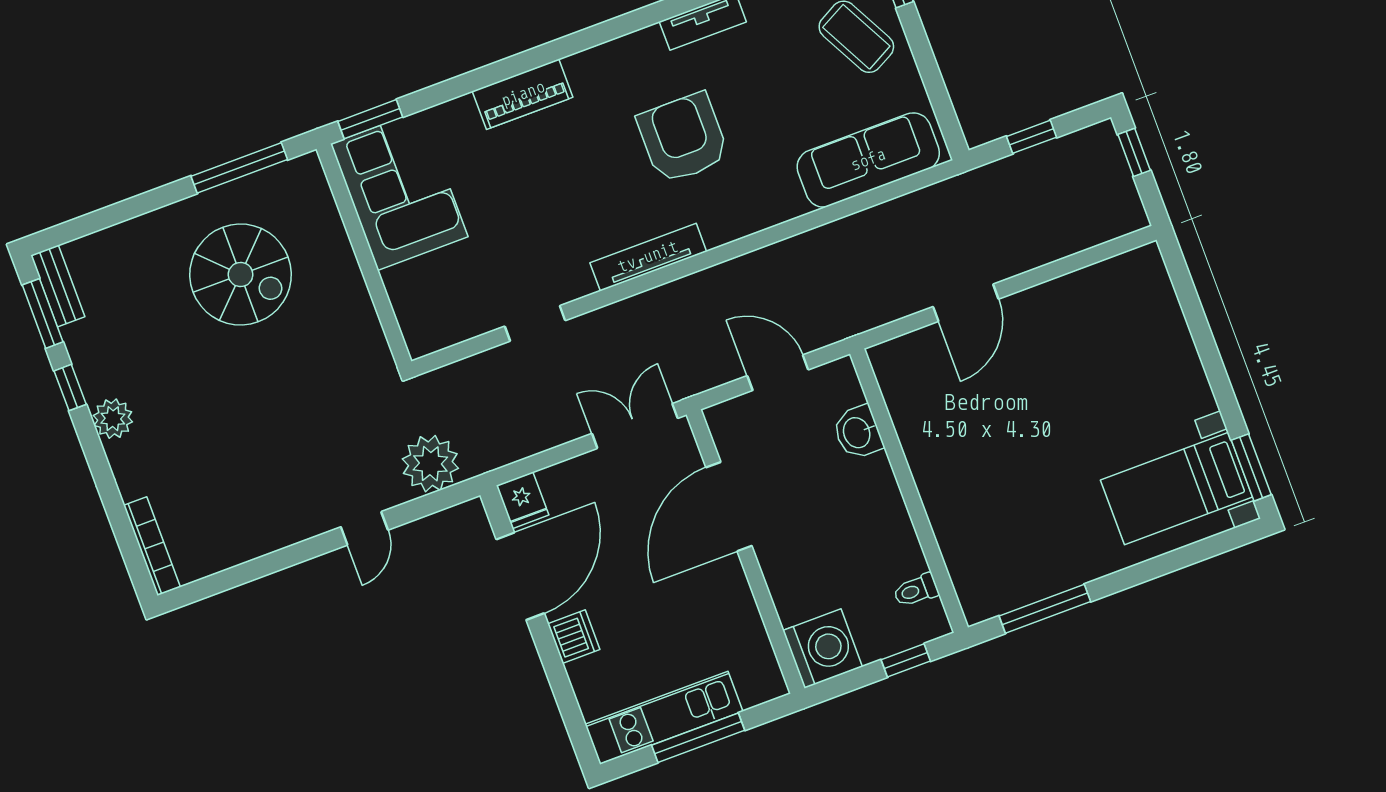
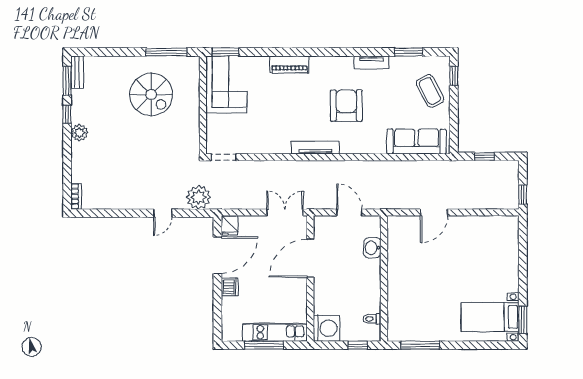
window: (1134, 152) -> (523, 195), moved
doorway: (535, 323) -> (224, 157), moved
bookcase: (152, 546) -> (76, 196), width x0.64
kitchen unit: (664, 718) -> (275, 332), moved

